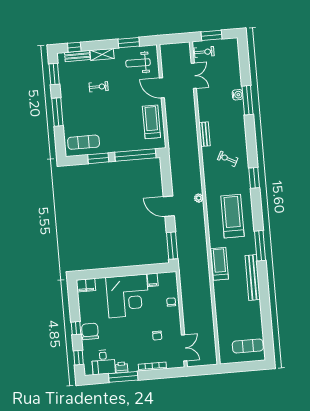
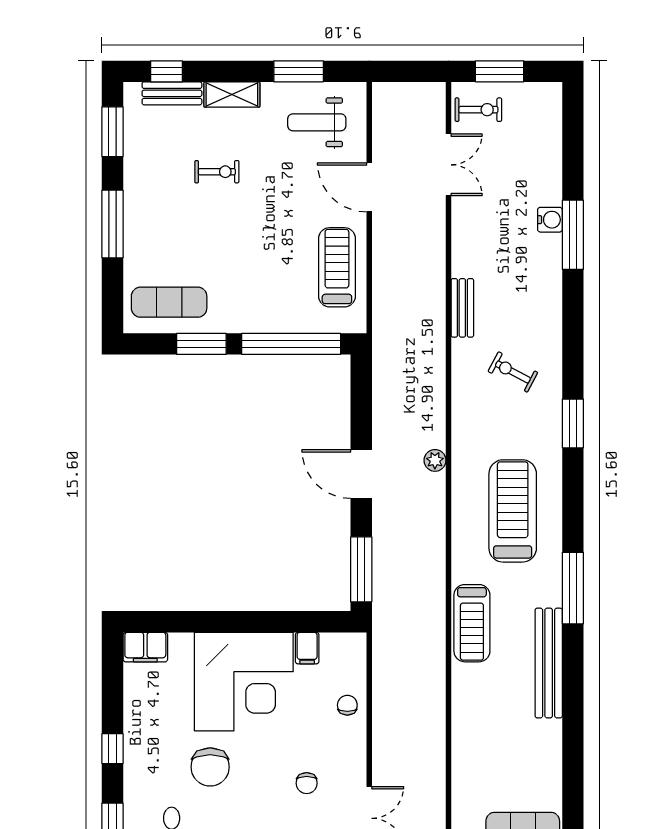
treadmill: (220, 264) -> (472, 623), turned 180
chair: (90, 331) -> (210, 767), moved, turned 180

